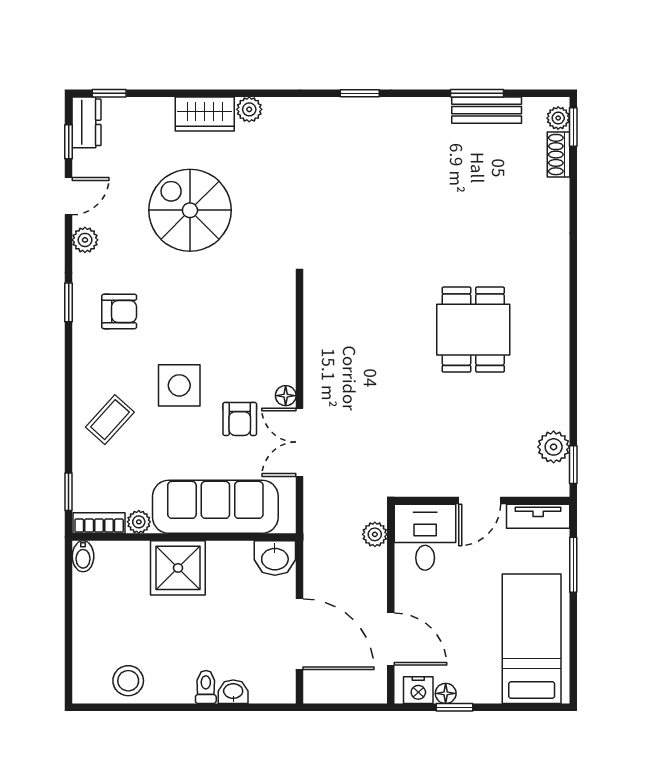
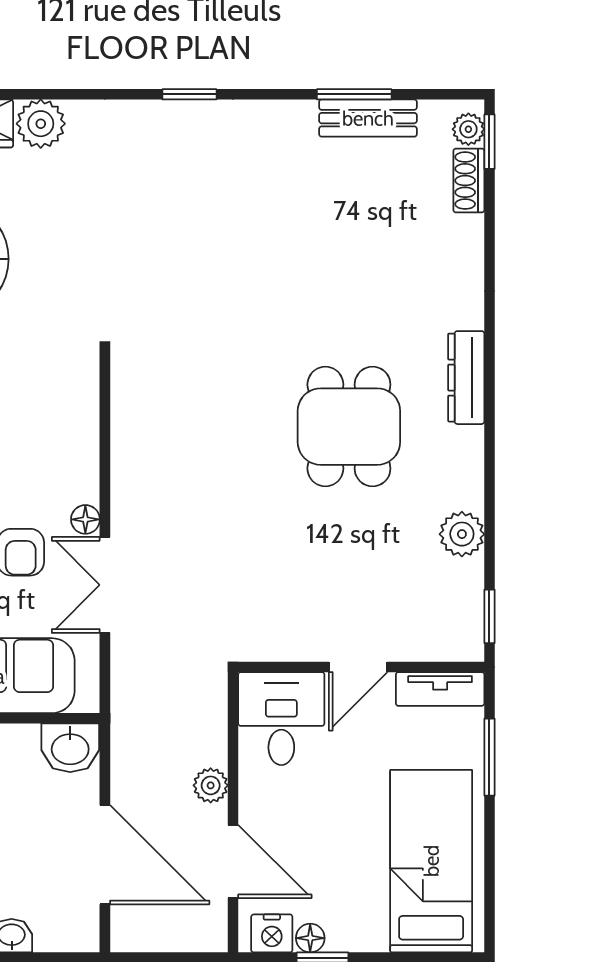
plant: (249, 109) -> (41, 124), width x1.38, depth x1.38
dresser: (557, 295) -> (466, 378), added
plant: (554, 447) -> (462, 534), moved
plant: (375, 534) -> (211, 785), moved

